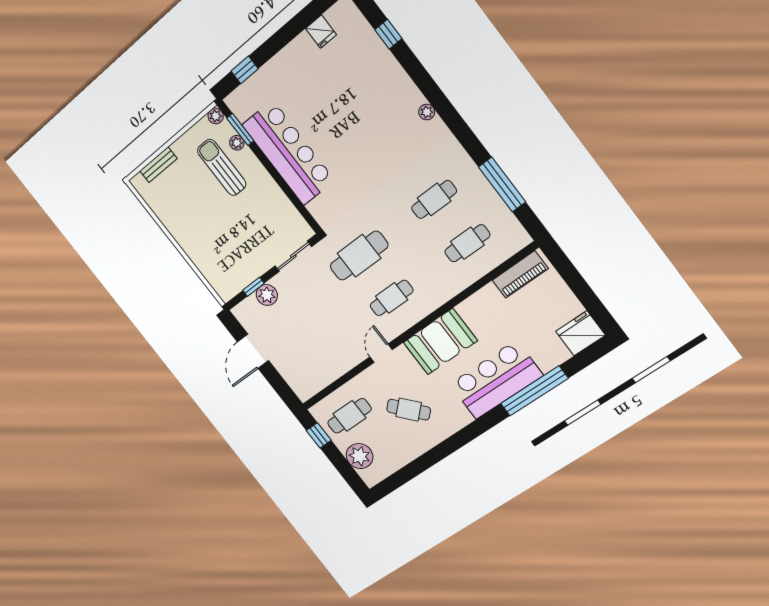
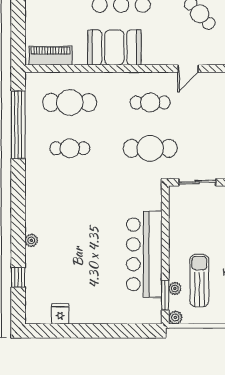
window: (245, 70) -> (131, 331), removed
plant: (427, 112) -> (31, 240), moved
sun lounger: (222, 167) -> (199, 281), turned 180
window: (502, 185) -> (18, 125), width x1.46
cafe table: (467, 243) -> (70, 102), width x1.37, depth x1.35
booth: (440, 342) -> (114, 47), moved

